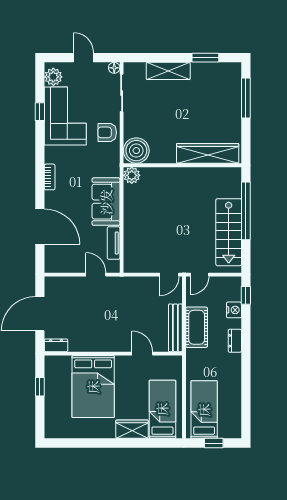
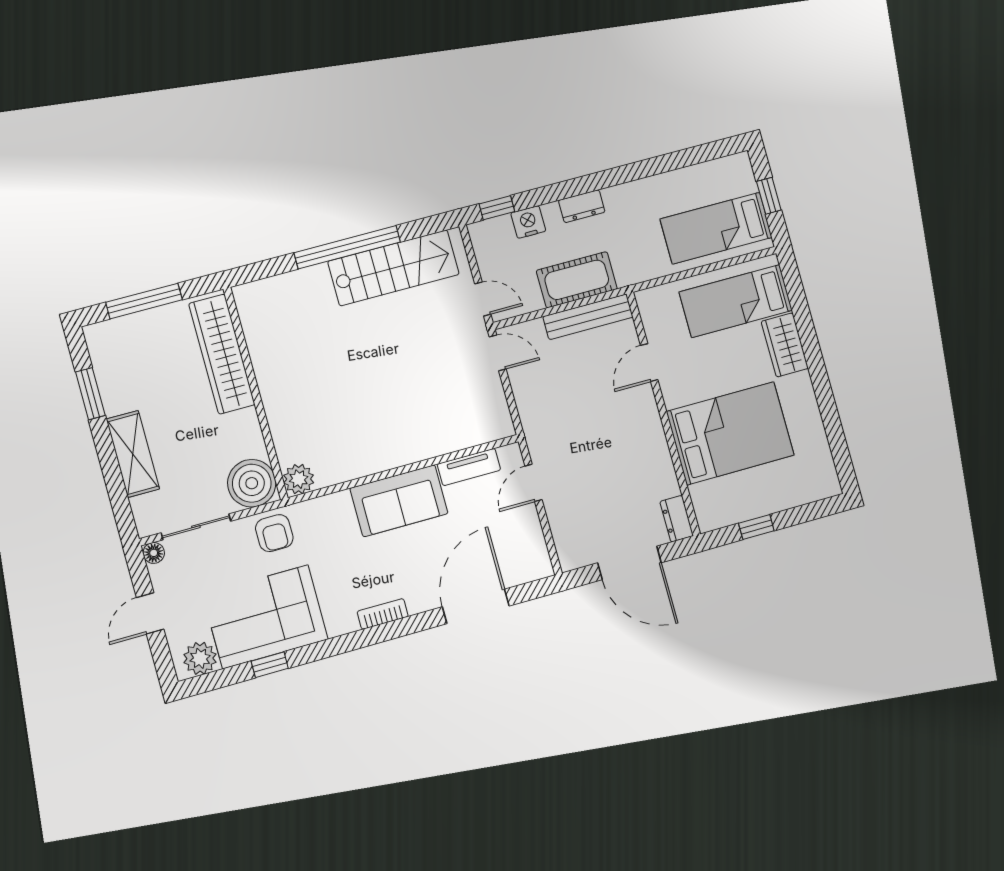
boiler: (136, 151) -> (252, 483), moved
wardrobe: (208, 153) -> (222, 354), moved
wall: (182, 165) -> (256, 393), moved
plant: (132, 175) -> (299, 479), moved

